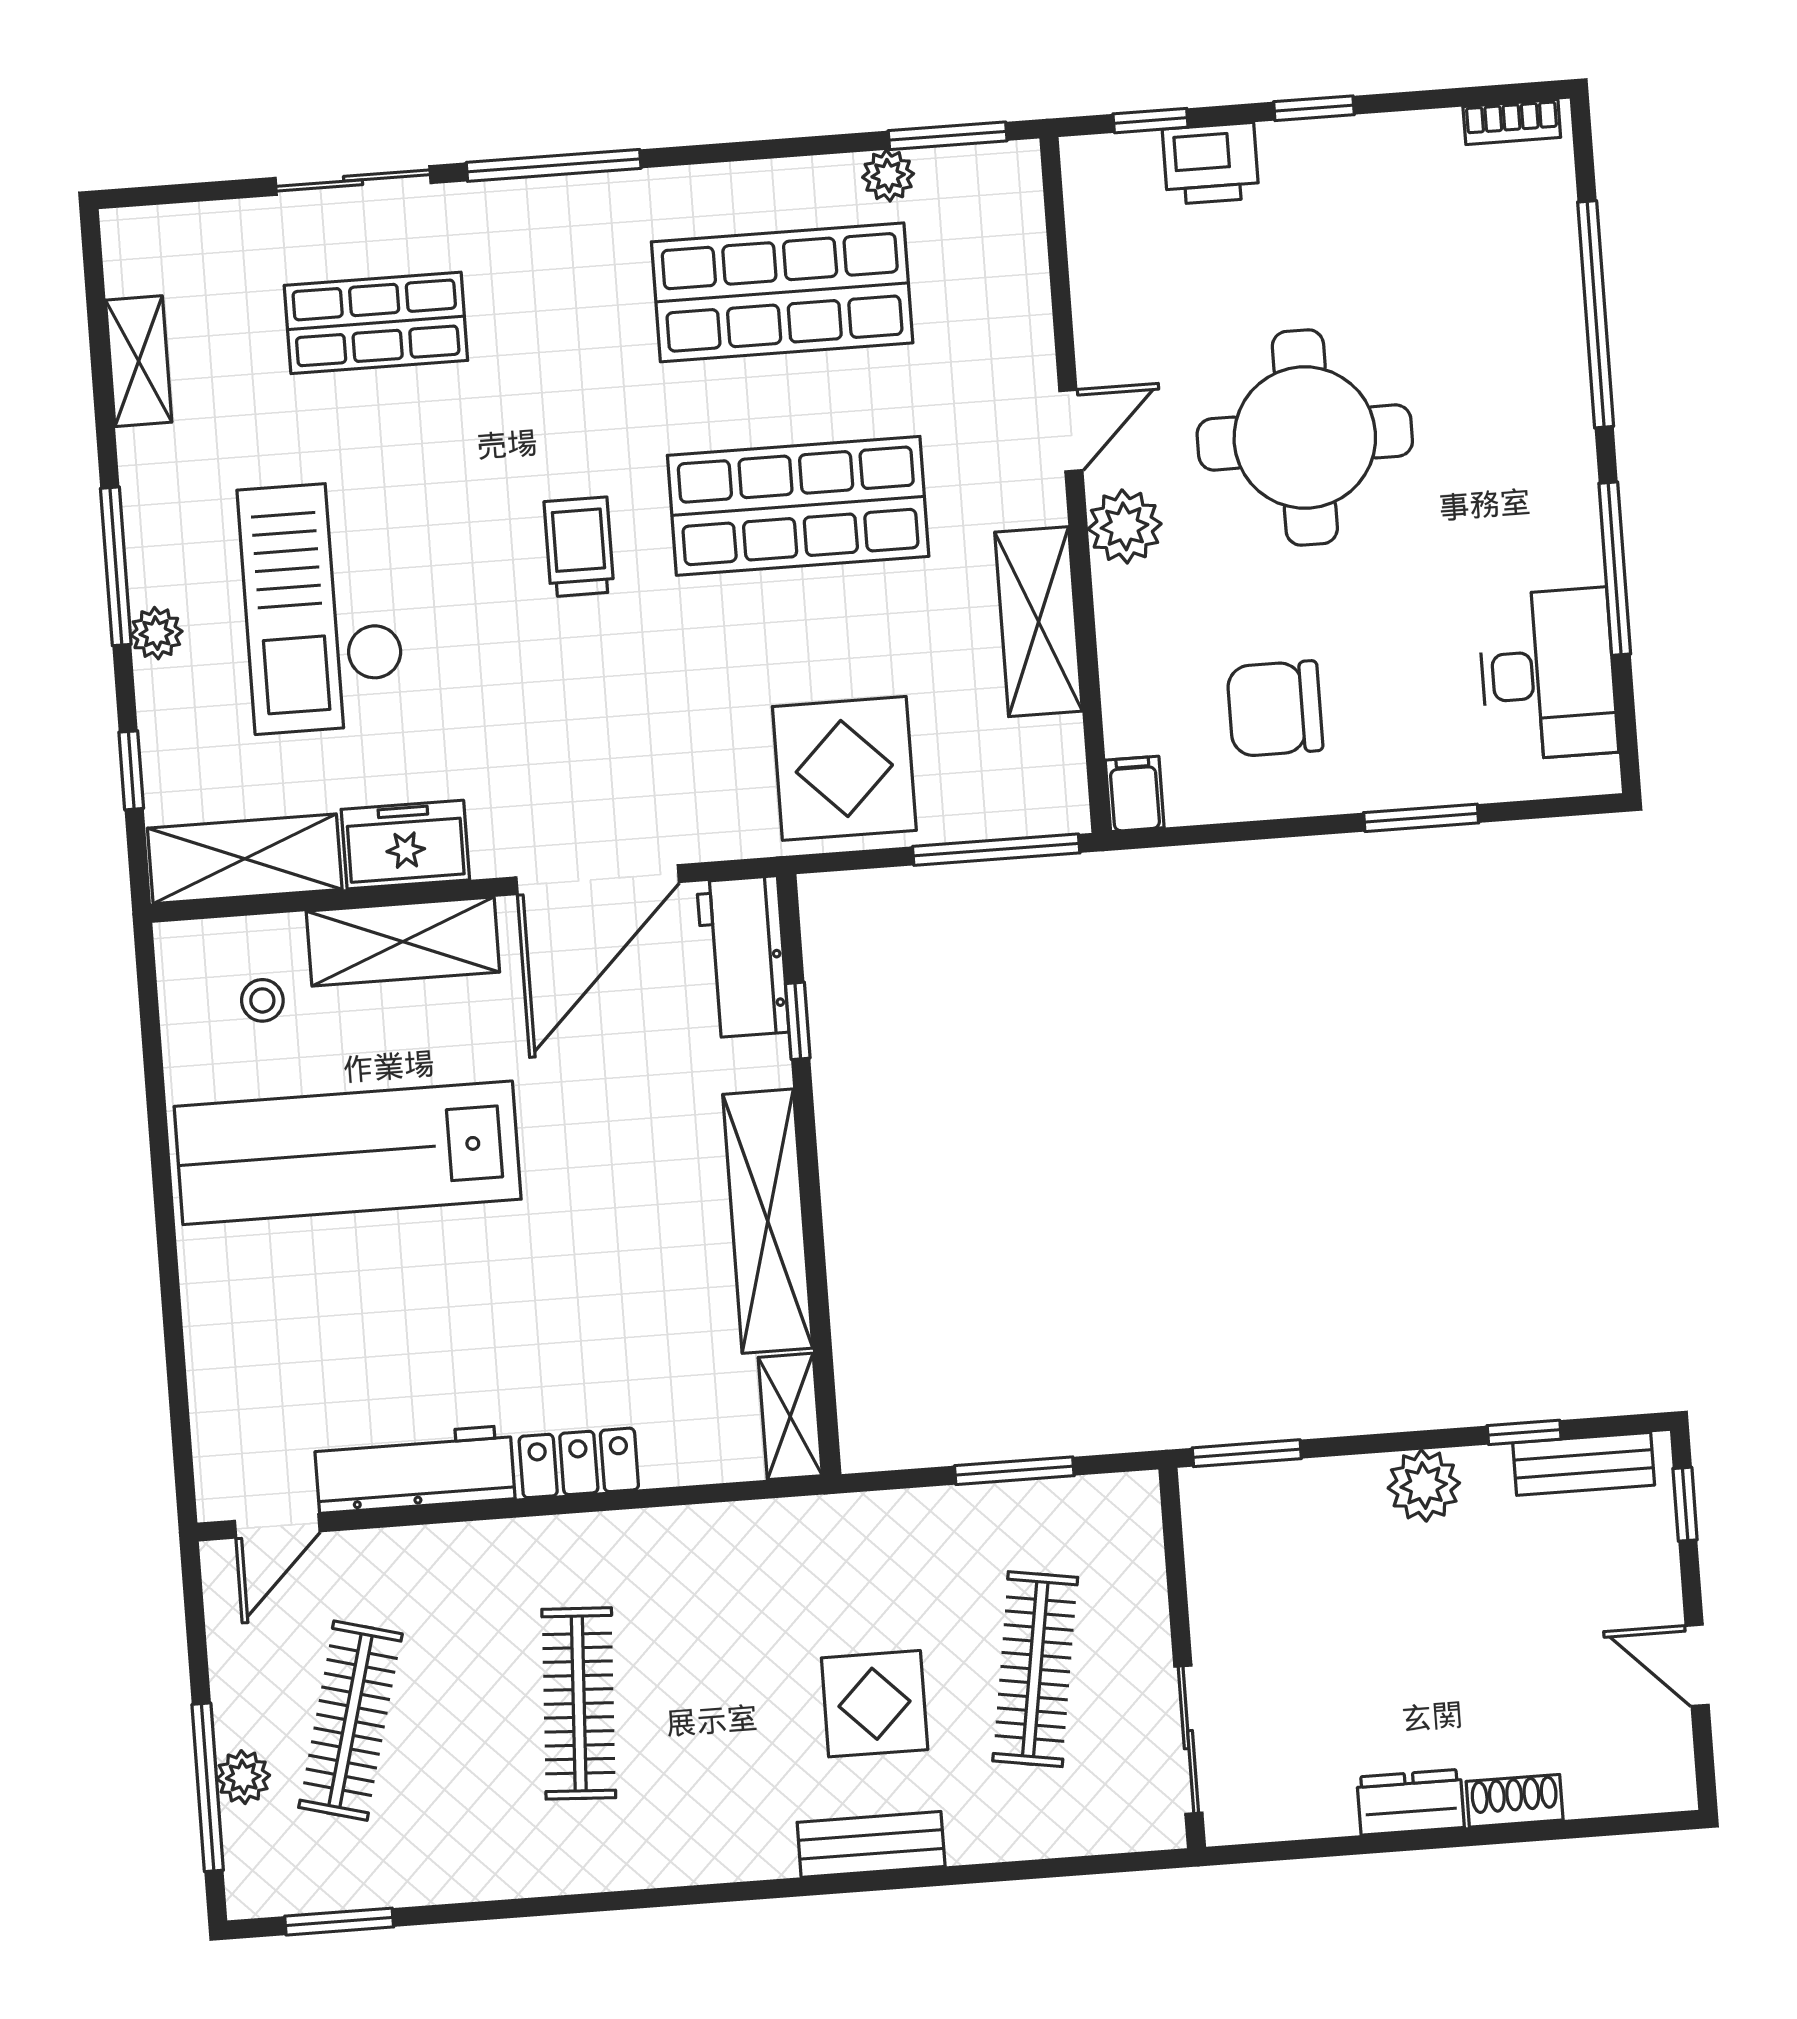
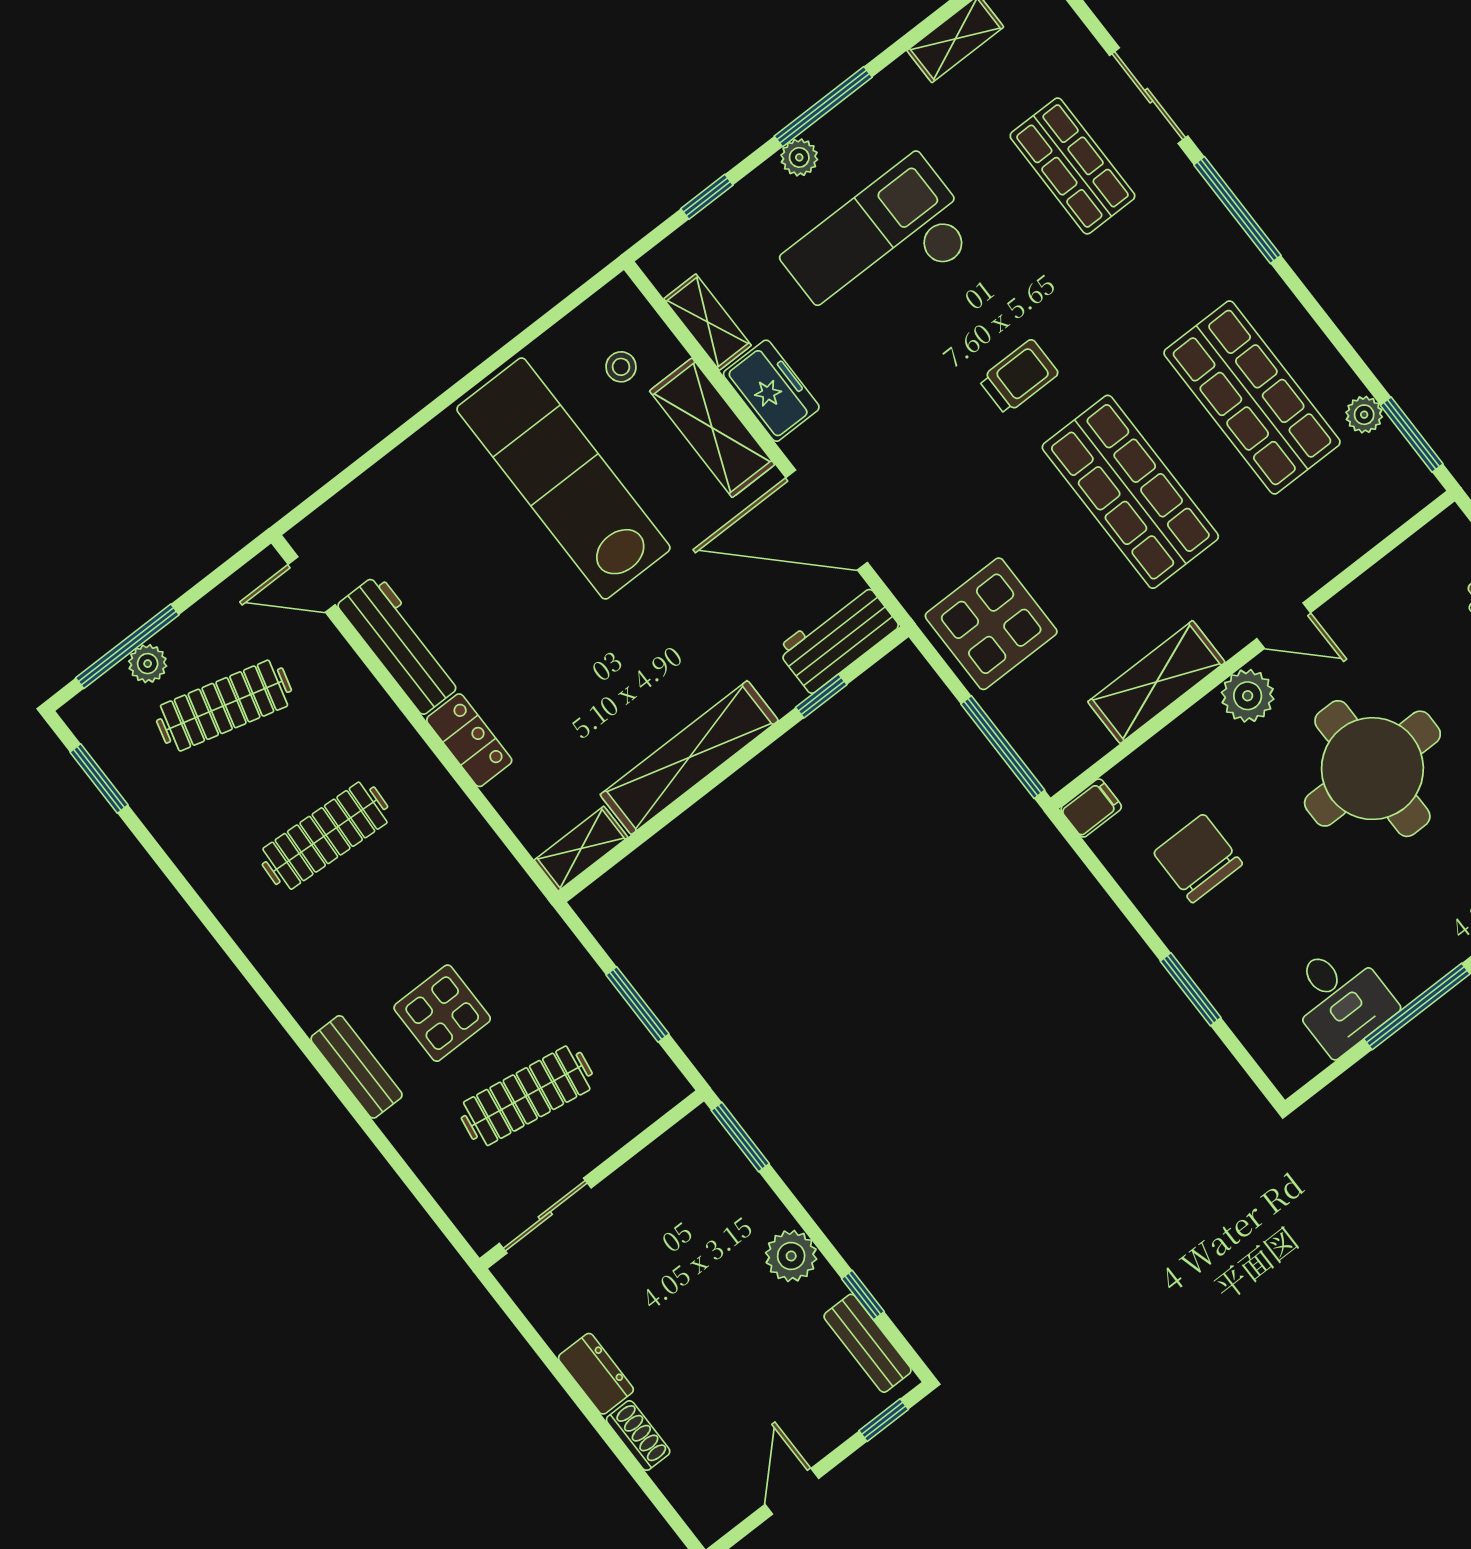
desk: (1548, 674) -> (1340, 998), width x0.73
shelving: (245, 859) -> (708, 322), width x0.67, depth x0.75

